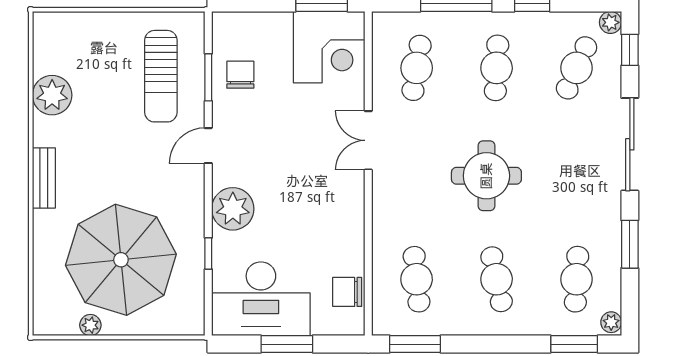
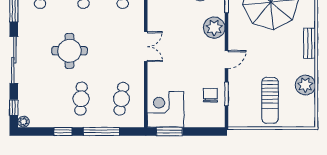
cafe table: (577, 68) -> (41, 99), removed
chair: (240, 75) -> (210, 95), turned 180
sun lounger: (161, 76) -> (270, 100), moved, turned 180
double door: (368, 140) -> (146, 46), moved
round table: (486, 176) -> (69, 51), moved

